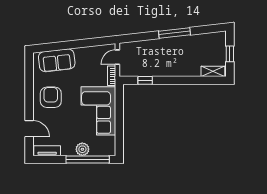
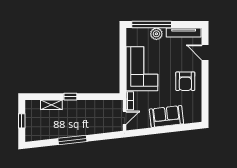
sofa: (57, 60) -> (166, 116), moved
shelving: (213, 71) -> (51, 105), moved
window: (145, 80) -> (70, 97), moved
tv unit: (47, 151) -> (184, 32), width x1.41

